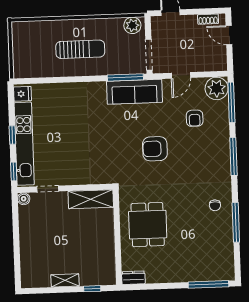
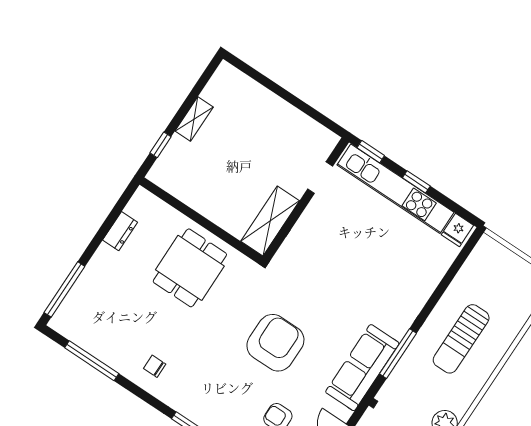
window: (125, 77) -> (398, 354), moved
armchair: (155, 149) -> (275, 343), width x1.36, depth x1.36
boiler: (24, 199) -> (329, 140), removed
window: (236, 222) -> (92, 361), moved
dining table: (148, 225) -> (190, 268), turned 90
dresser: (133, 278) -> (120, 231), moved

